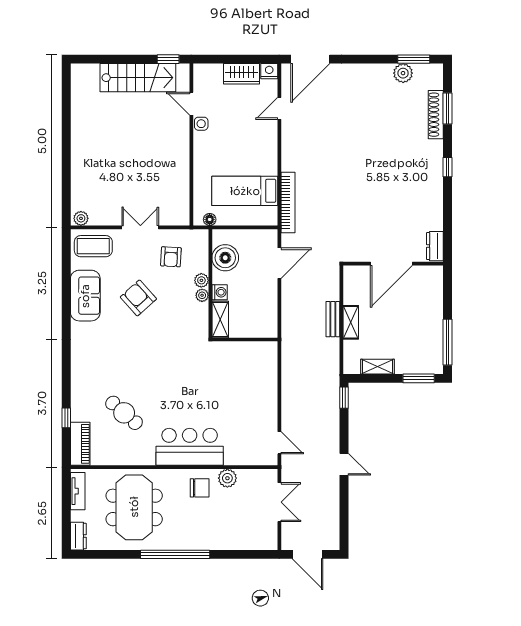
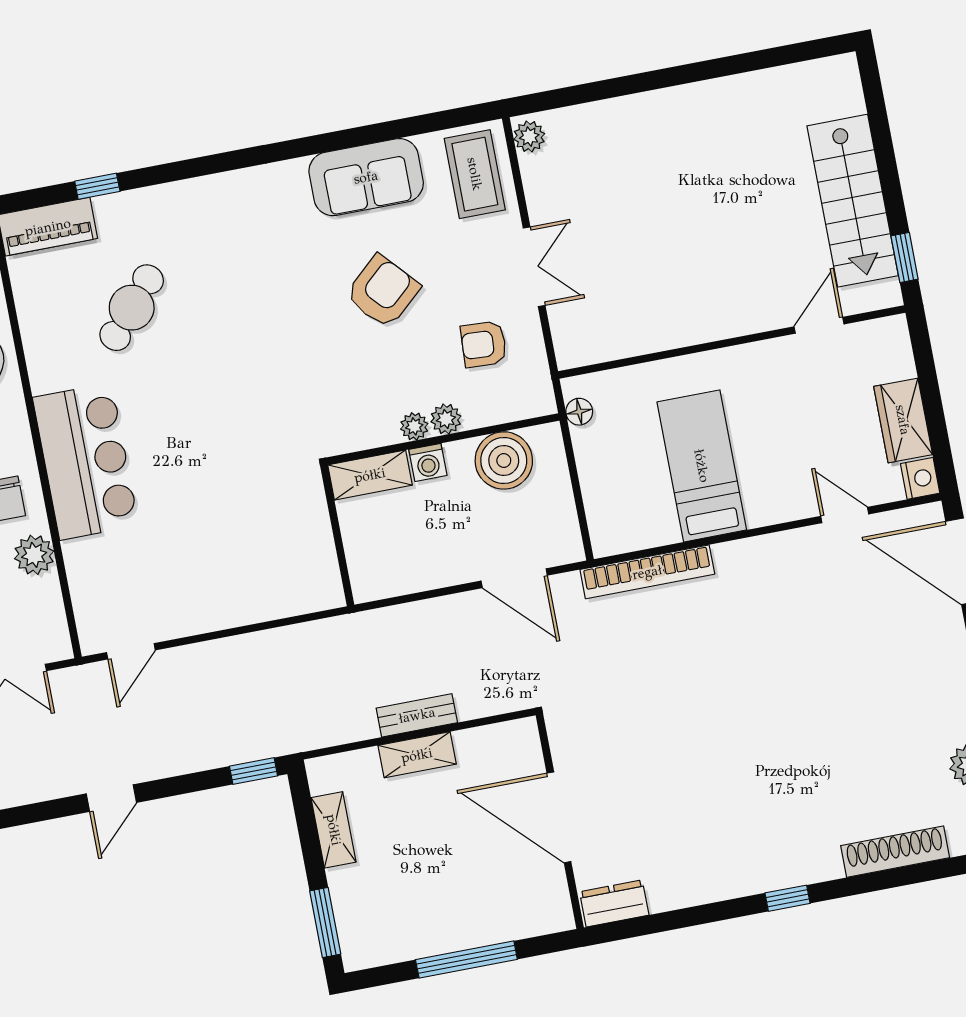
window: (448, 108) -> (913, 874), removed
side table: (201, 124) -> (780, 355), removed
bed: (245, 191) -> (702, 466), moved
window: (448, 342) -> (466, 959), moved

